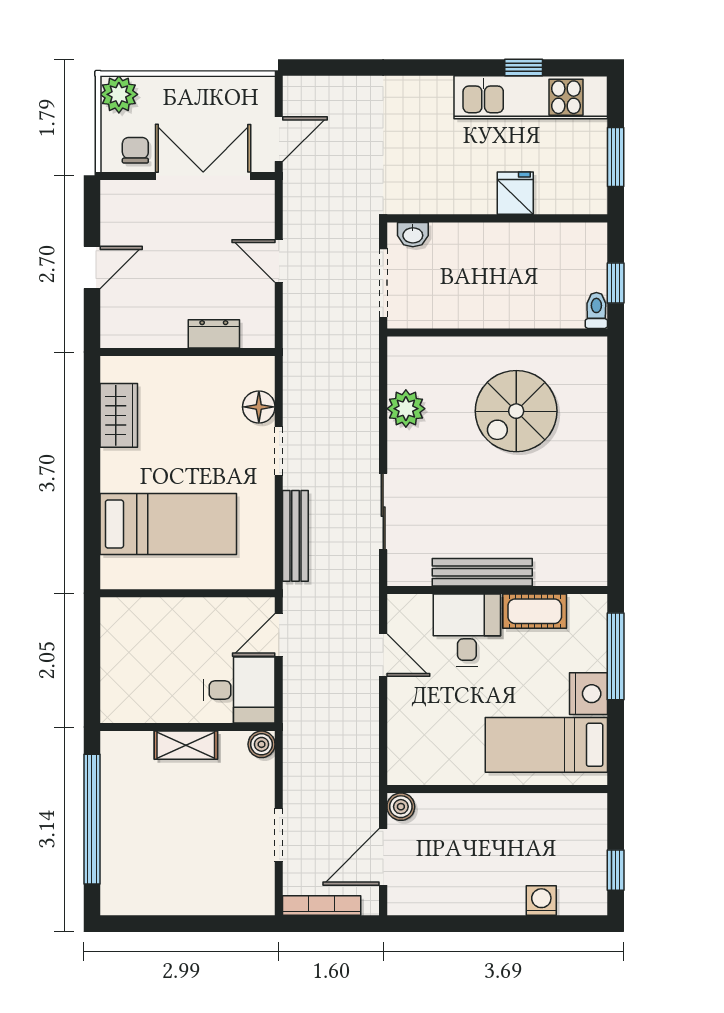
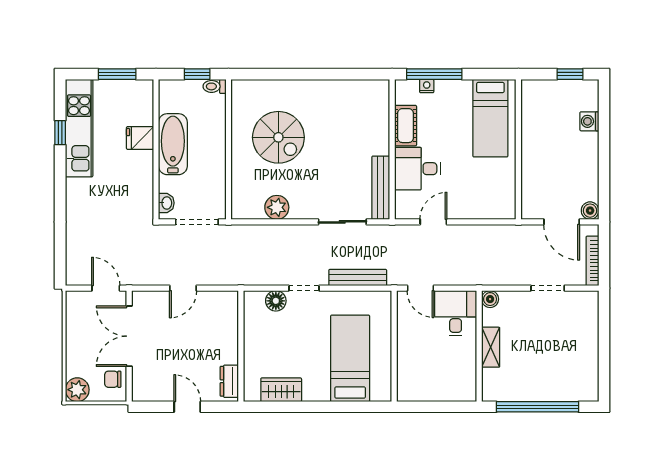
bathtub: (505, 245) -> (173, 144), added
dresser: (214, 334) -> (229, 381), moved
bench: (482, 572) -> (381, 188), moved
nightstand: (589, 694) -> (427, 86), moved, width x0.53, depth x0.56
boiler: (401, 807) -> (590, 211), moved

